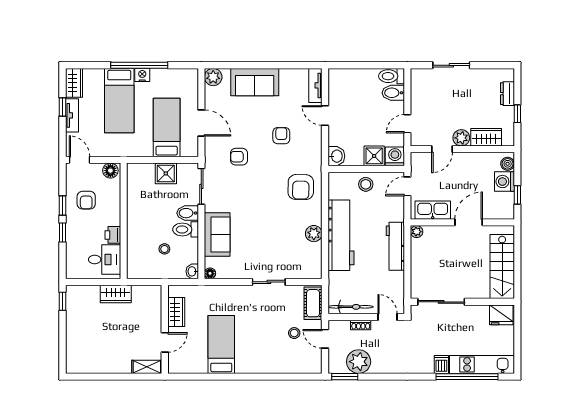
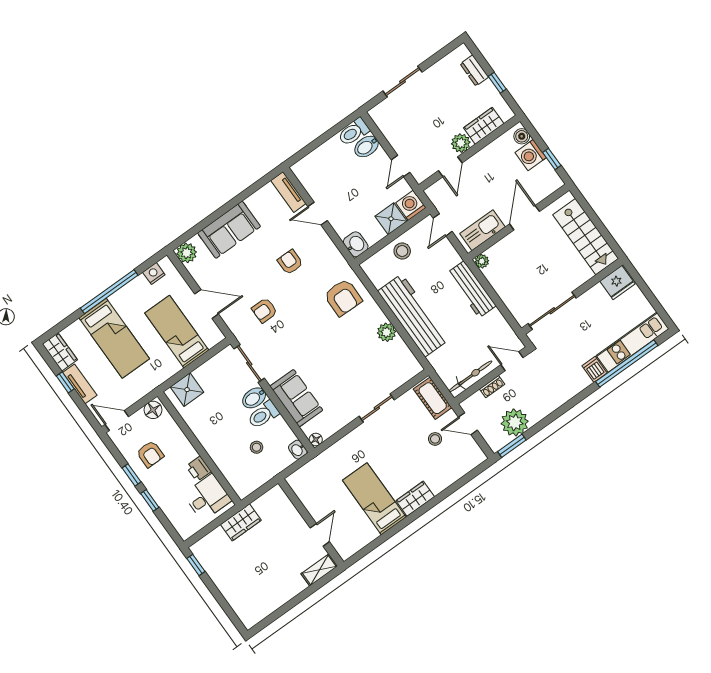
nightstand: (142, 75) -> (154, 273), moved
shower: (166, 173) -> (187, 390), moved
wardrobe: (176, 312) -> (415, 499), moved, turned -90

